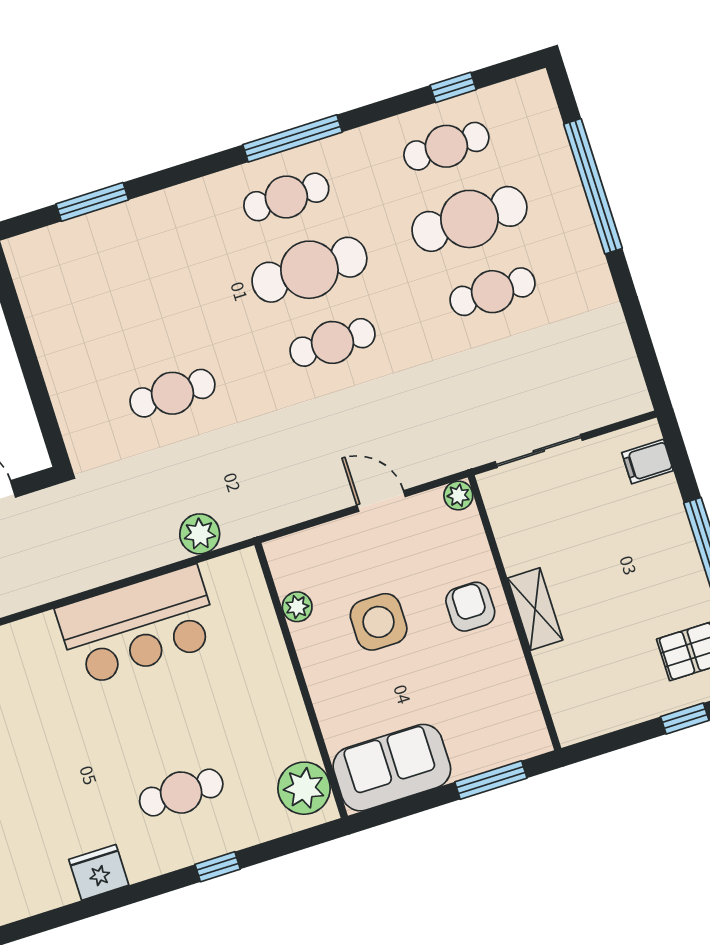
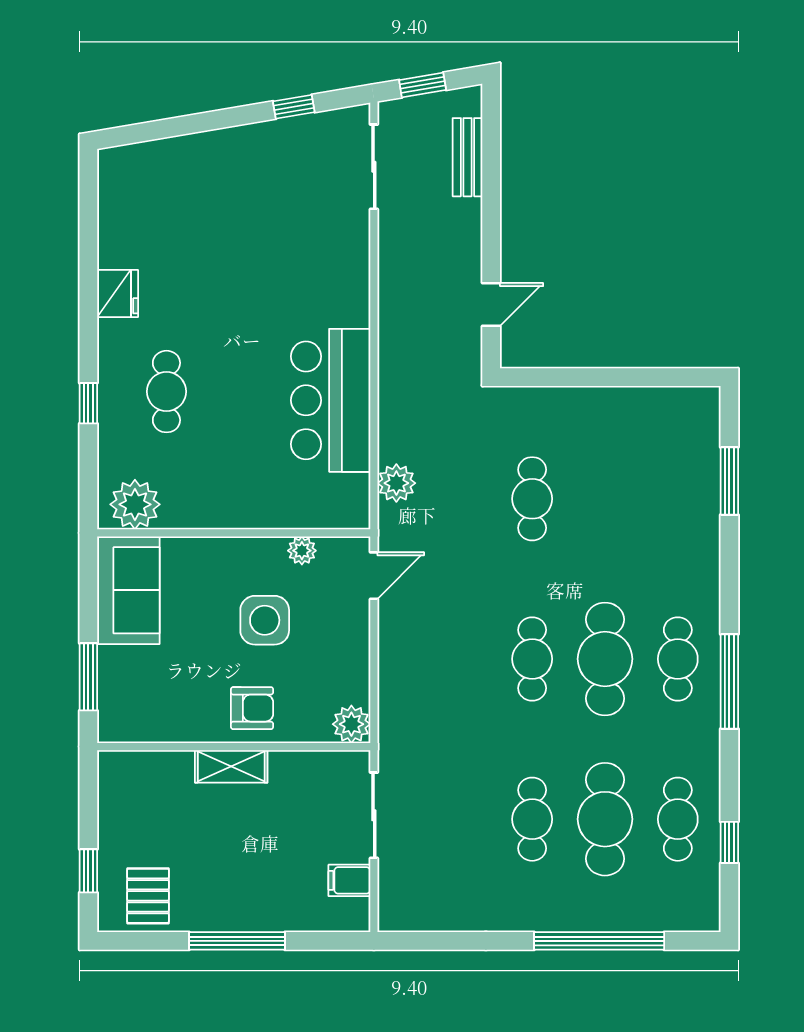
filing cabinet: (648, 462) -> (349, 880), moved, turned -90
plant: (458, 496) -> (351, 724), width x1.38, depth x1.38
door: (381, 501) -> (374, 576), moved

